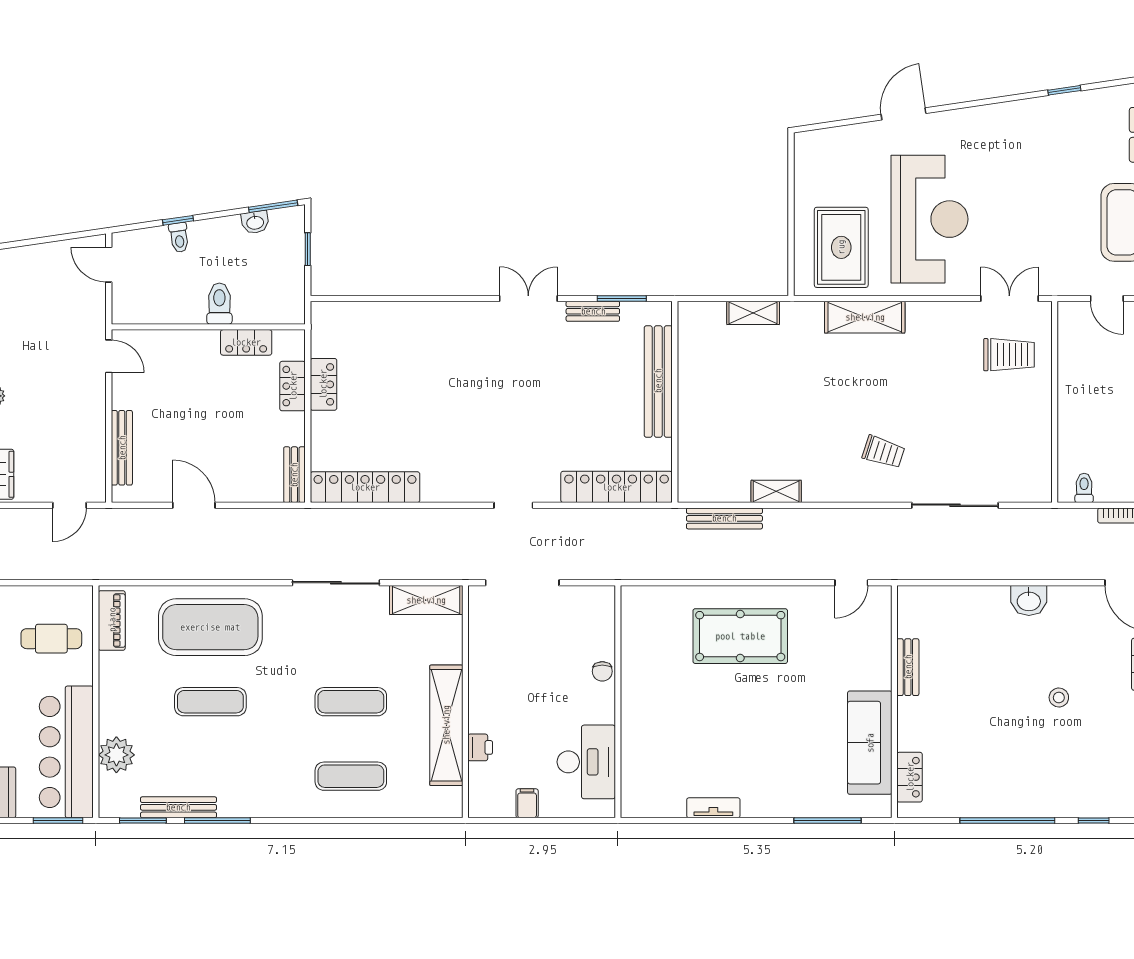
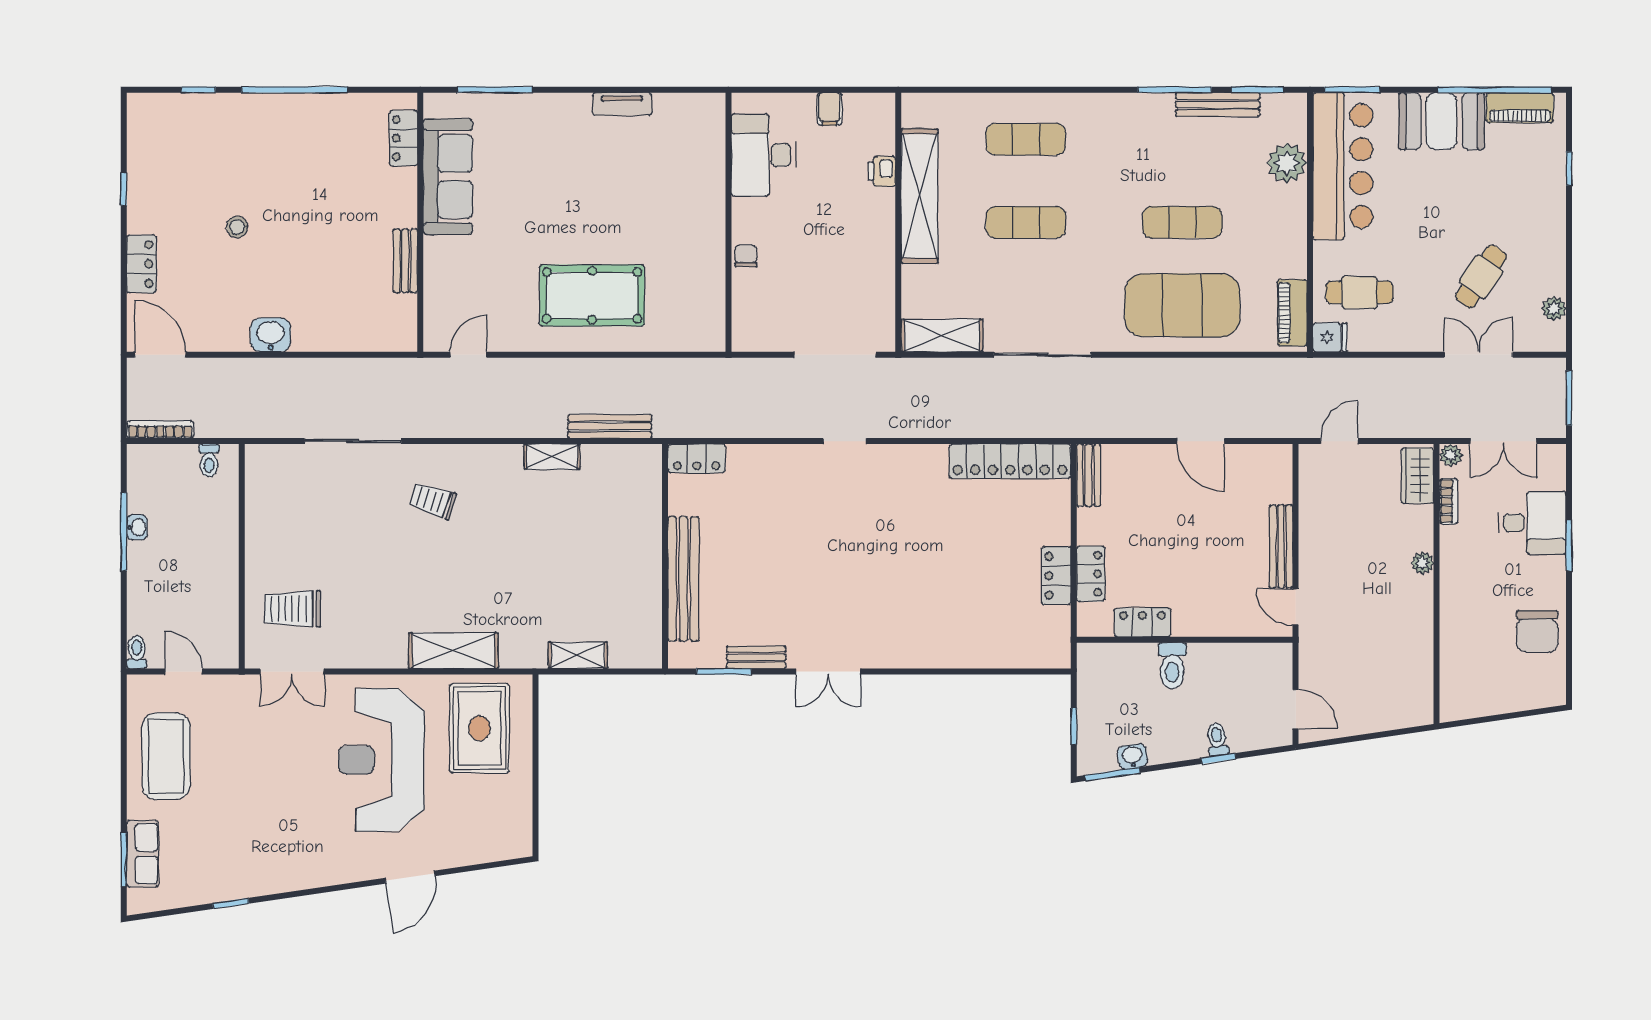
bench: (122, 448) -> (1281, 547), moved
locker: (617, 487) -> (697, 458), width x0.46, depth x0.83
fridge: (78, 598) -> (1330, 338), added

